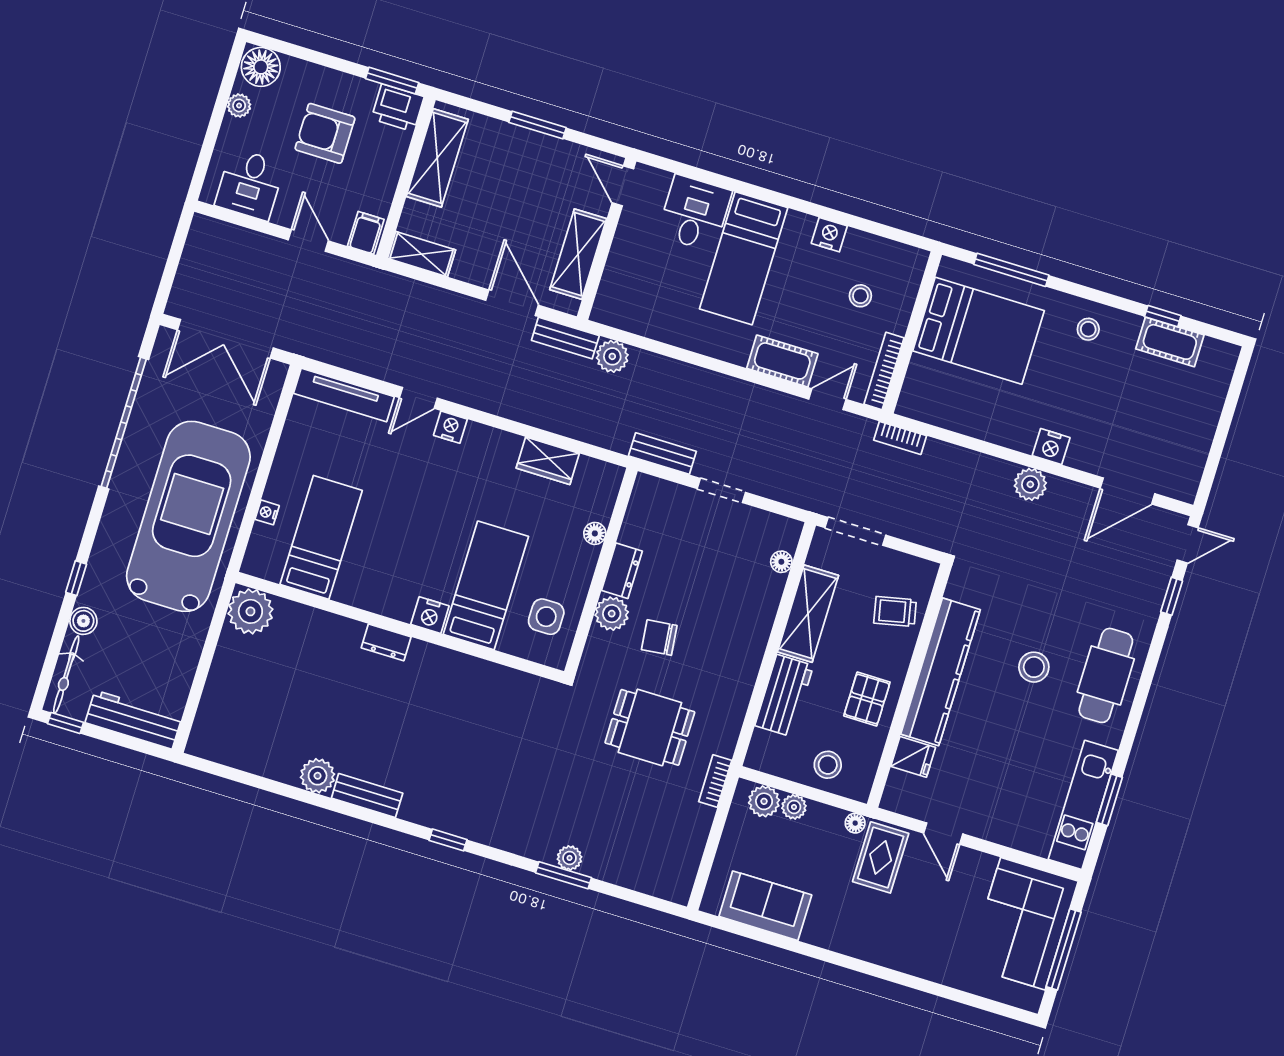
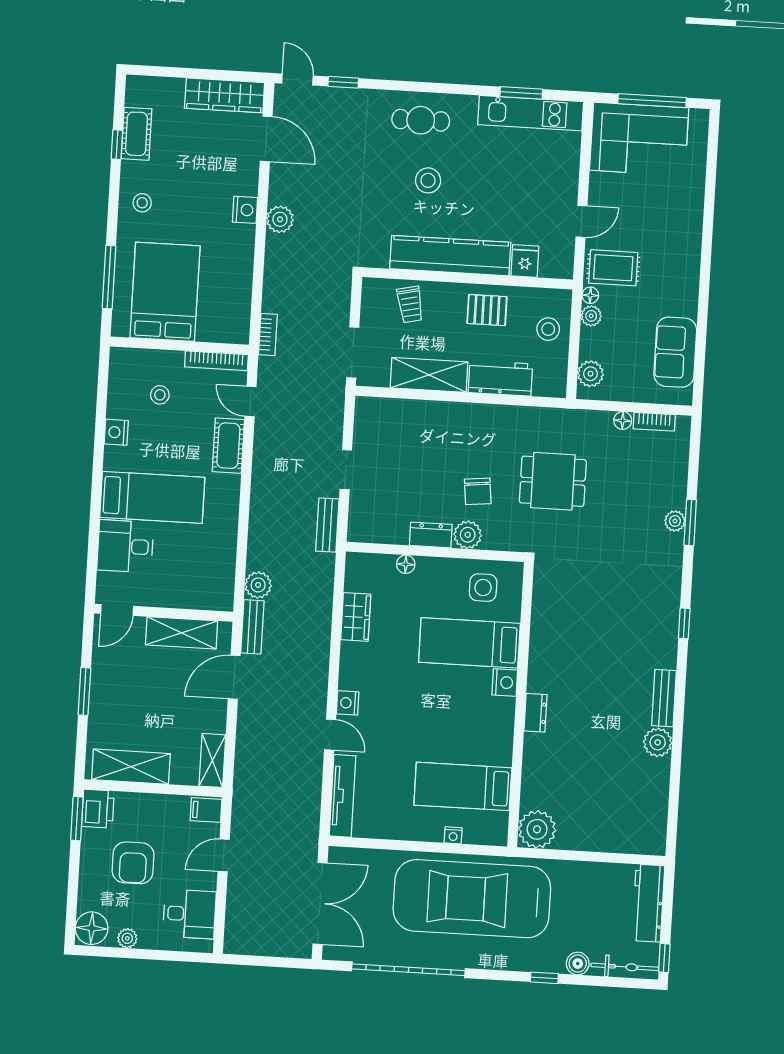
wardrobe: (1190, 455) -> (225, 95), added
floor lamp: (781, 562) -> (623, 421), moved
cafe table: (1106, 675) -> (421, 120), width x0.73, depth x0.74
dining table: (650, 727) -> (553, 481), turned 90
bookcase: (715, 781) -> (654, 422), moved
plant: (794, 807) -> (591, 316), moved

